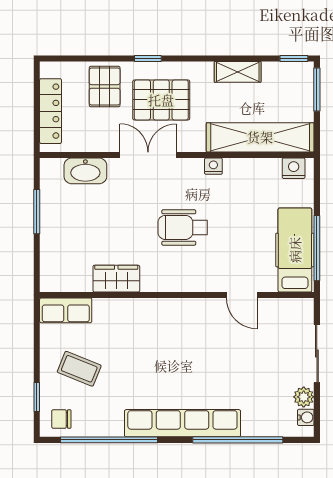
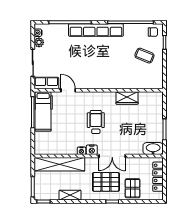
nightstand: (294, 168) -> (92, 150), moved
washbasin: (85, 171) -> (153, 149), moved
wheelchair: (183, 227) -> (96, 122), turned -90
row of seats: (66, 310) -> (46, 83), moved

